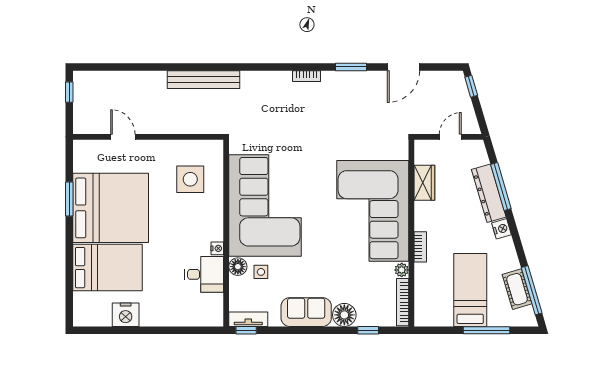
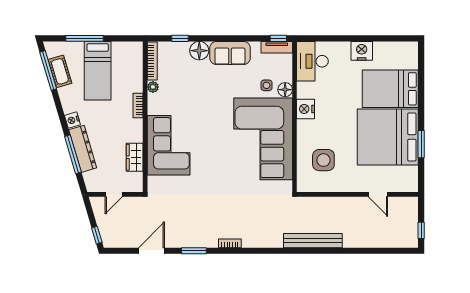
corner sofa: (373, 211) -> (169, 145), width x0.73, depth x0.74
nightstand: (217, 248) -> (306, 109), width x1.89, depth x1.79
desk: (204, 274) -> (312, 61), moved, width x1.37
nightstand: (126, 315) -> (362, 51), moved

